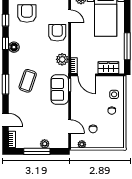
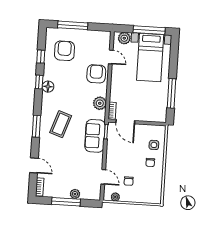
wardrobe: (108, 68) -> (149, 115), removed

